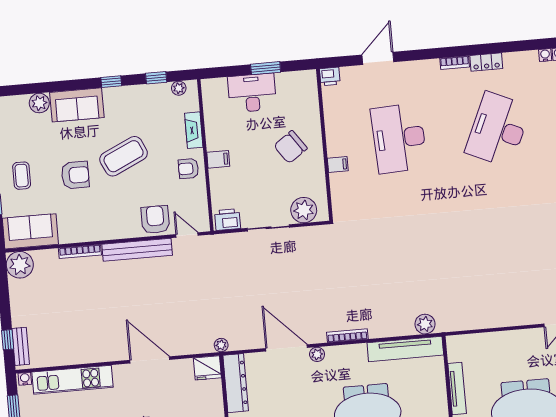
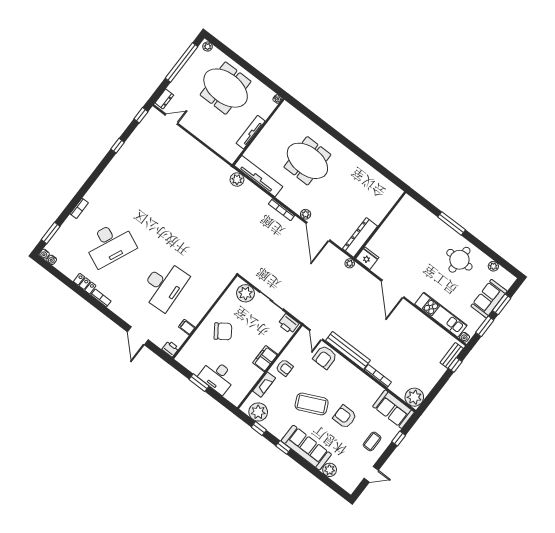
door: (378, 58) -> (138, 336), hinge flipped
plant: (179, 88) -> (258, 412), width x1.88, depth x1.88
sofa: (77, 105) -> (306, 448), width x1.36
filing cabinet: (218, 159) -> (265, 359), width x2.00
filing cabinet: (338, 165) -> (187, 327), moved

